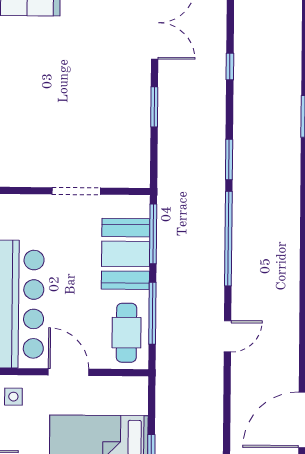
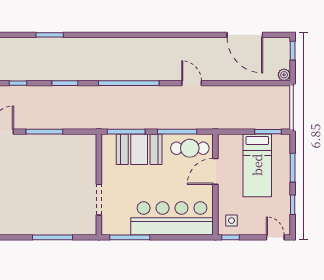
window: (154, 107) -> (44, 132), width x1.44
window: (229, 159) -> (65, 83), moved
doorway: (76, 191) -> (99, 200), moved
door: (68, 372) -> (215, 171), moved

